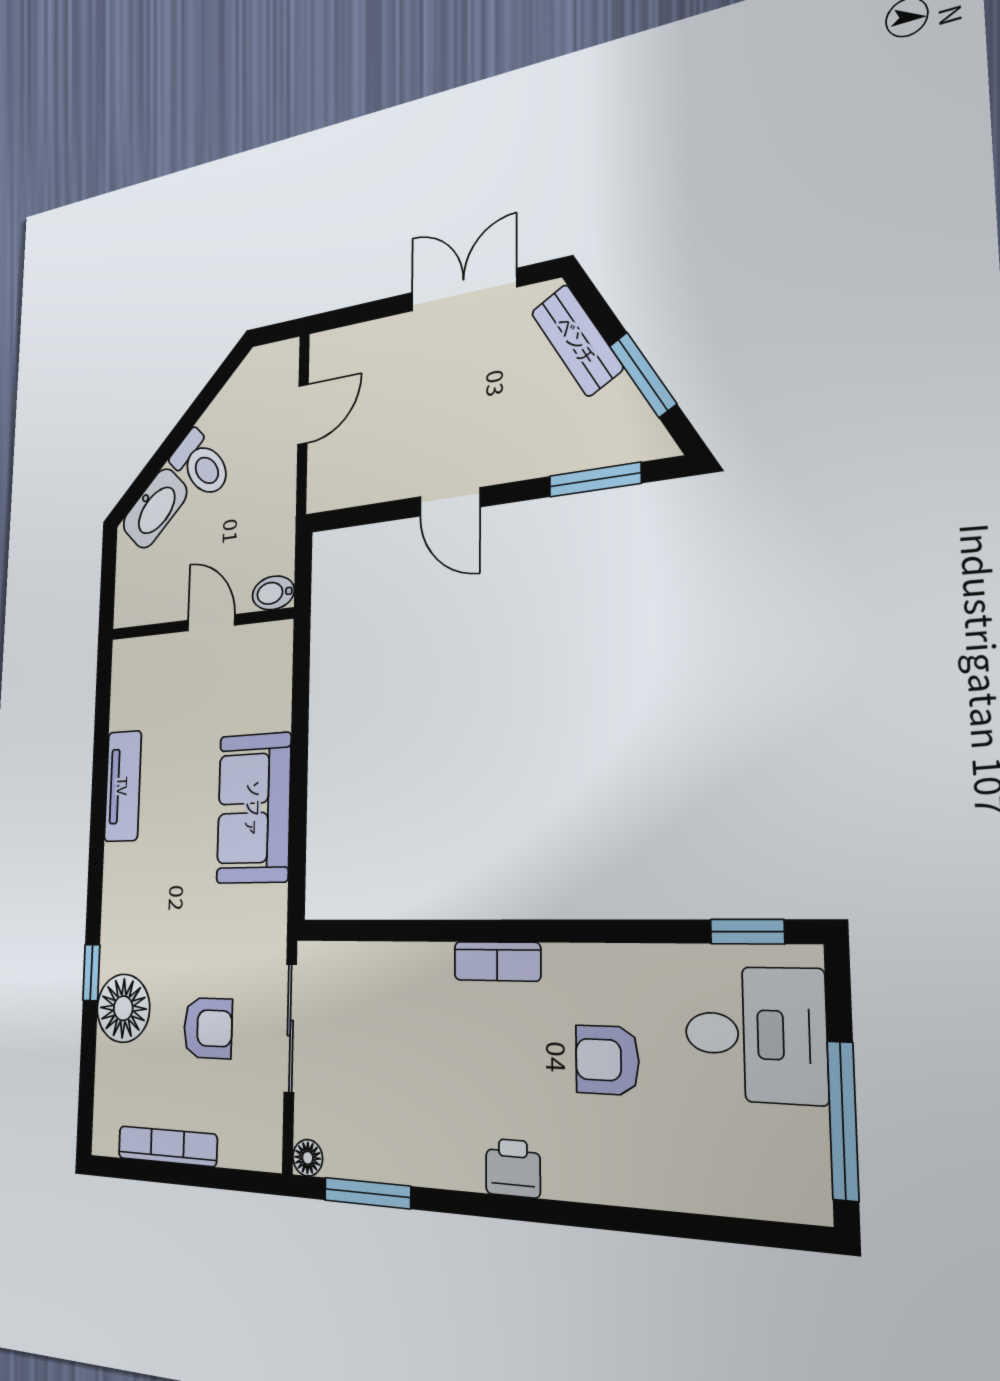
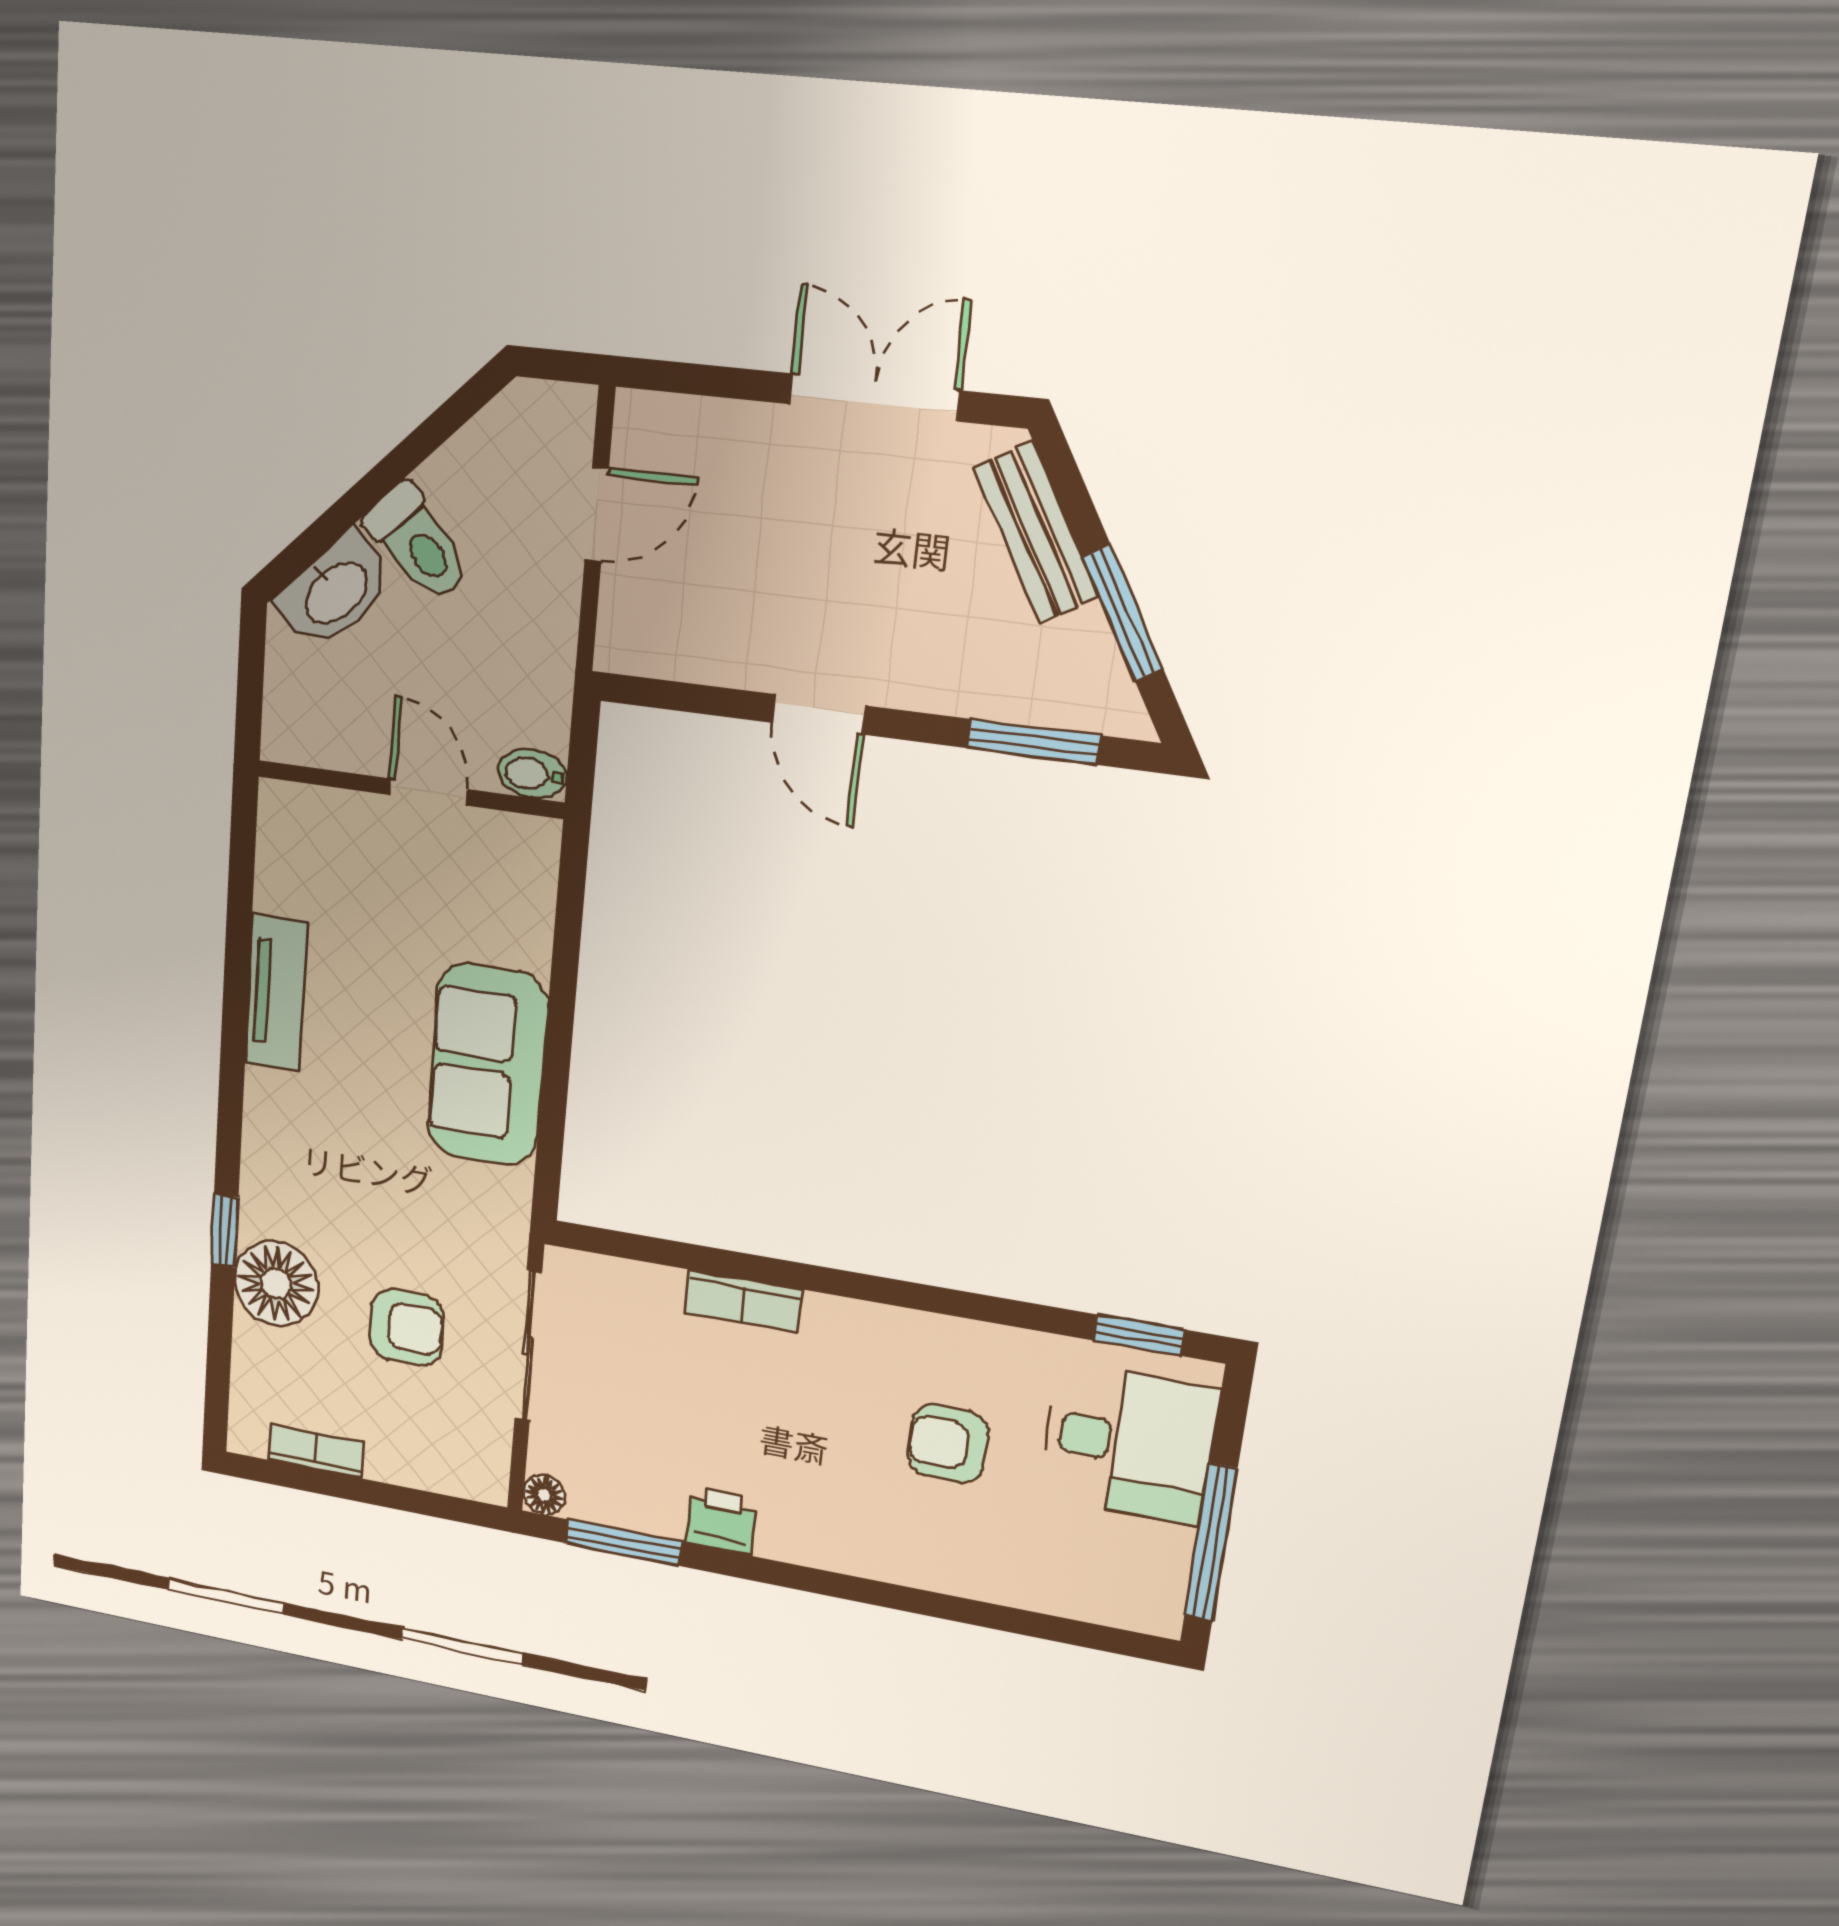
bookcase: (497, 961) -> (743, 1301), moved
bookcase: (167, 1146) -> (316, 1451), width x0.64
printer: (513, 1168) -> (721, 1521), moved

